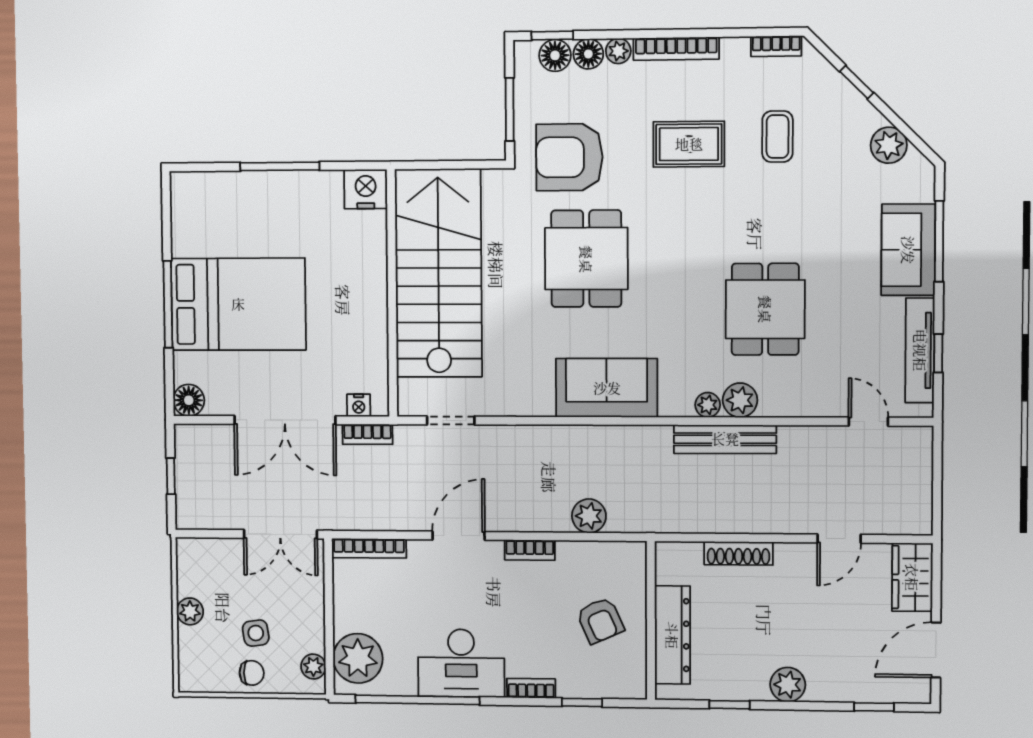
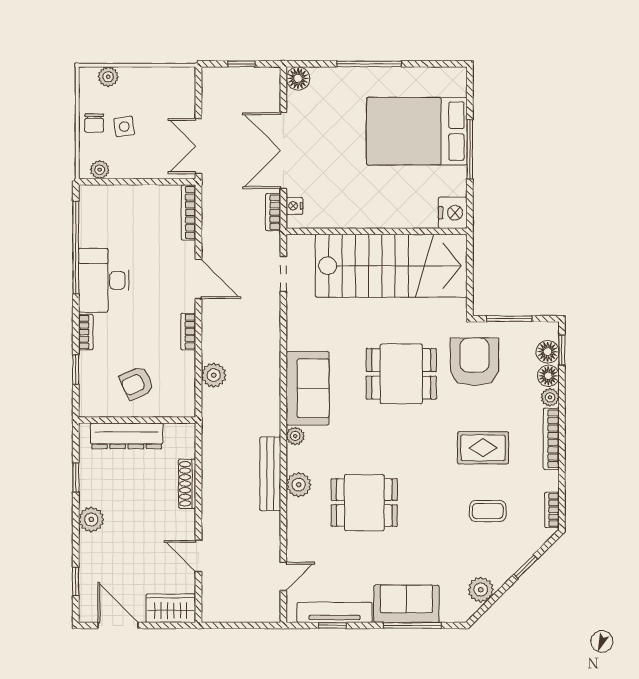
rug: (689, 144) -> (483, 448), turned 90
bed: (238, 304) -> (417, 131), moved, turned 90
plant: (708, 405) -> (295, 436), moved
plant: (190, 611) -> (108, 77), moved
plant: (358, 658) -> (106, 203), removed

